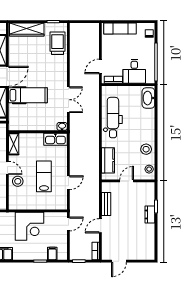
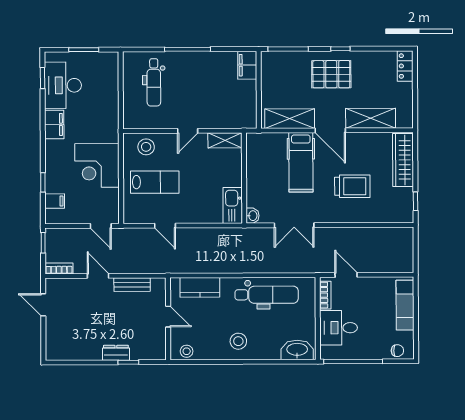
trolley: (58, 43) -> (352, 186), moved
stool: (146, 149) -> (238, 341), moved
lab bench: (44, 176) -> (155, 182), moved
stool: (18, 181) -> (146, 147), moved

